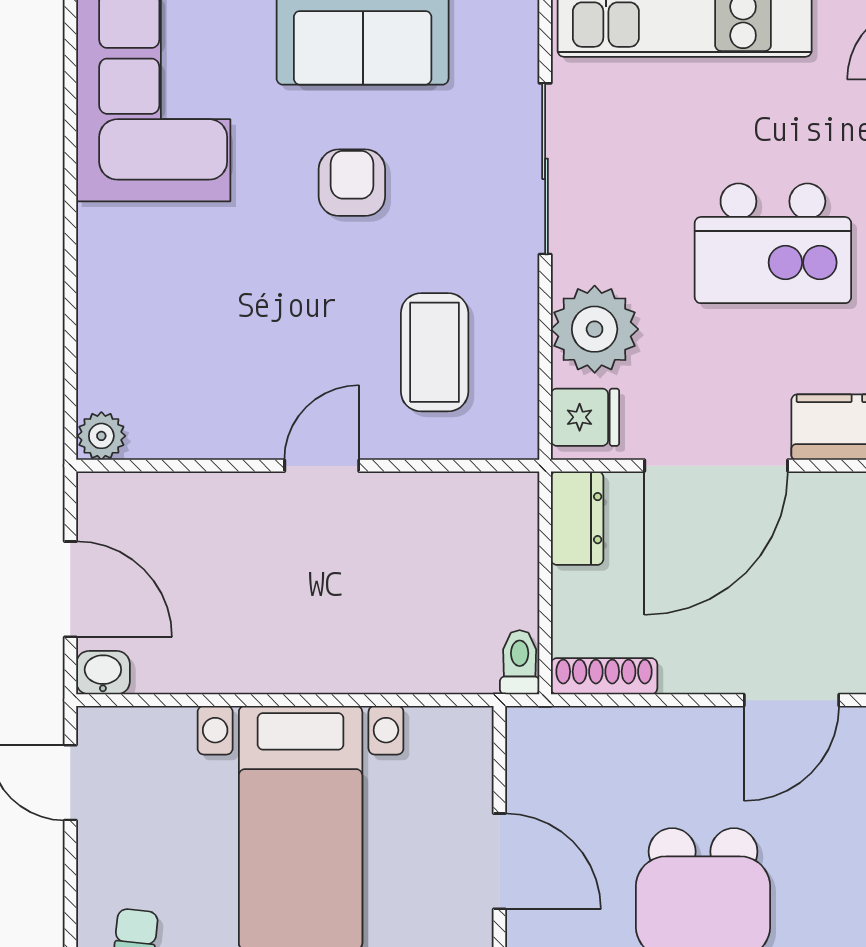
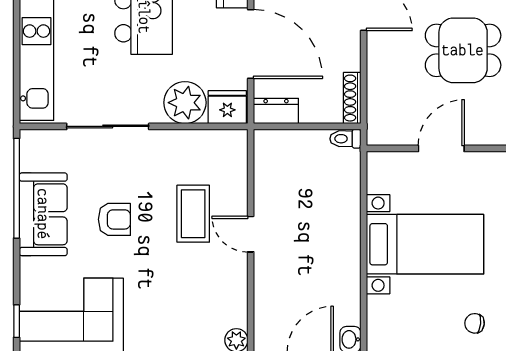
armchair: (352, 183) -> (114, 219), turned 180
coffee table: (435, 352) -> (193, 214), moved, turned 90
fridge: (585, 417) -> (227, 107), width x1.38

